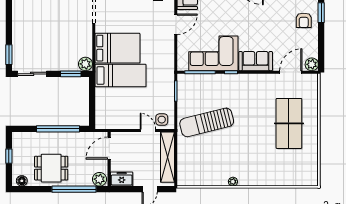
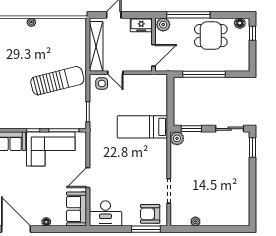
bed: (117, 48) -> (145, 154), removed
window: (9, 156) -> (252, 33), moved

